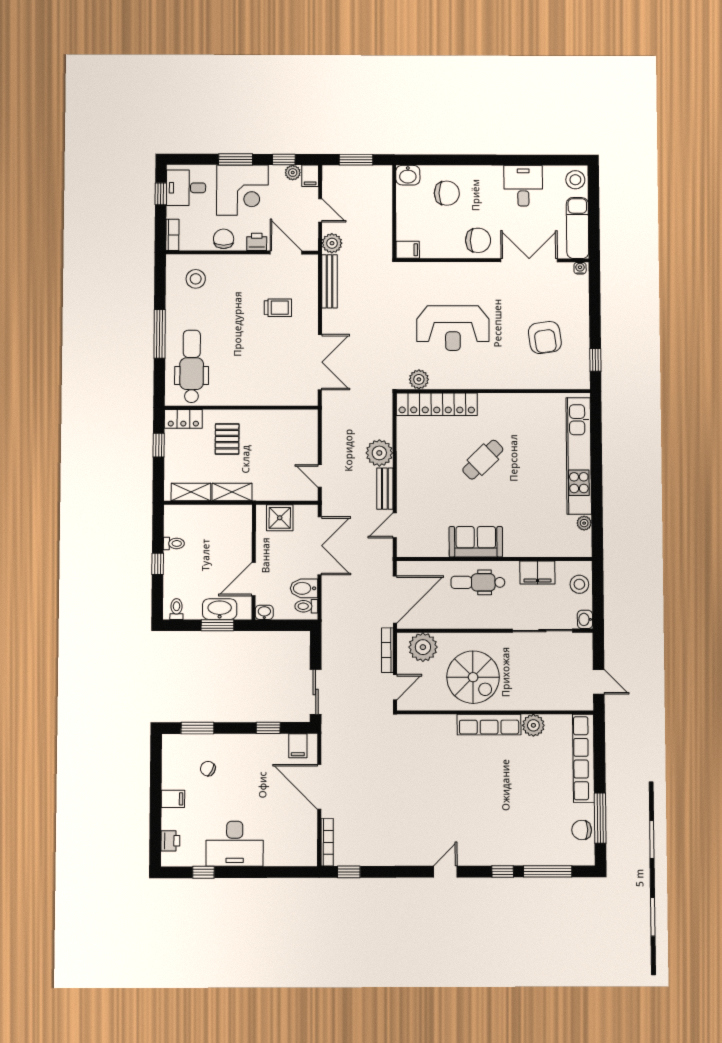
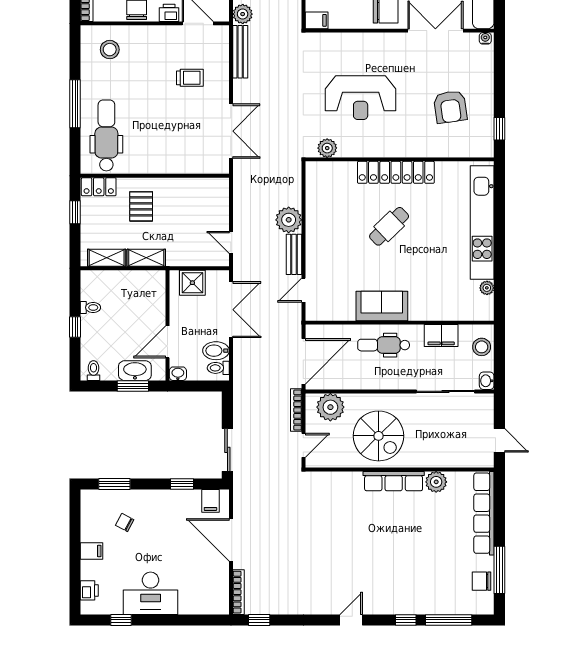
locker: (437, 404) -> (396, 172), moved

